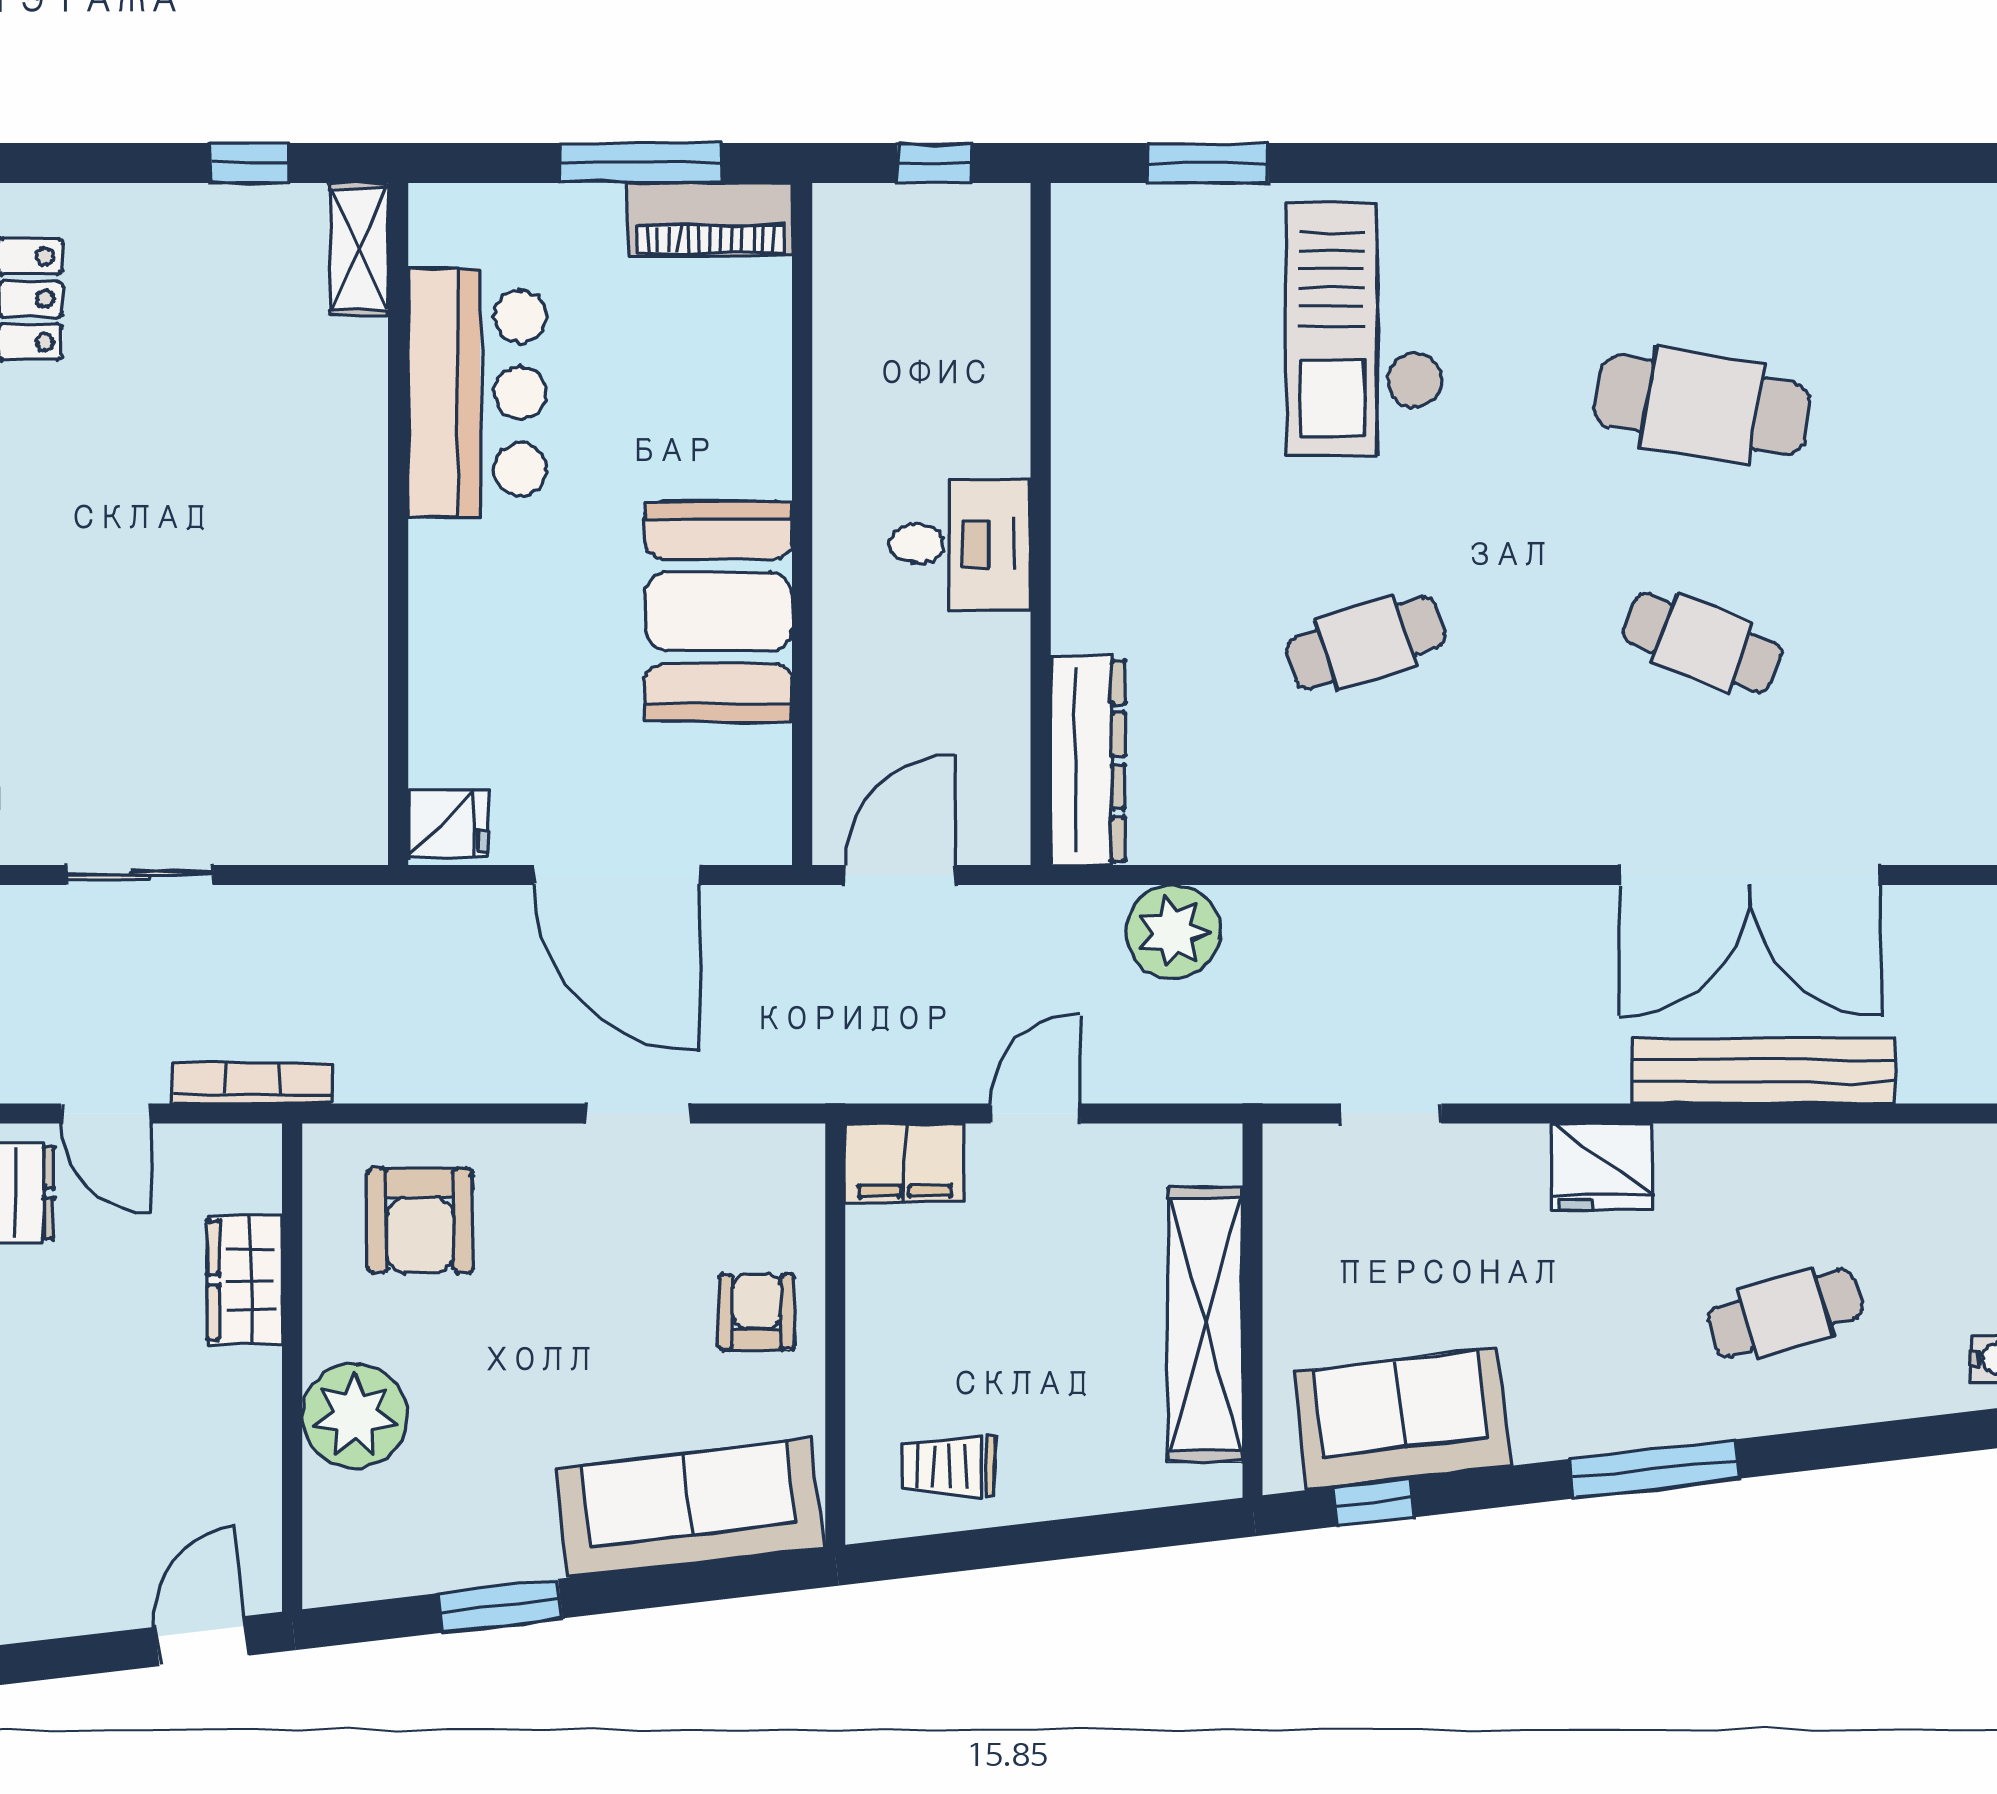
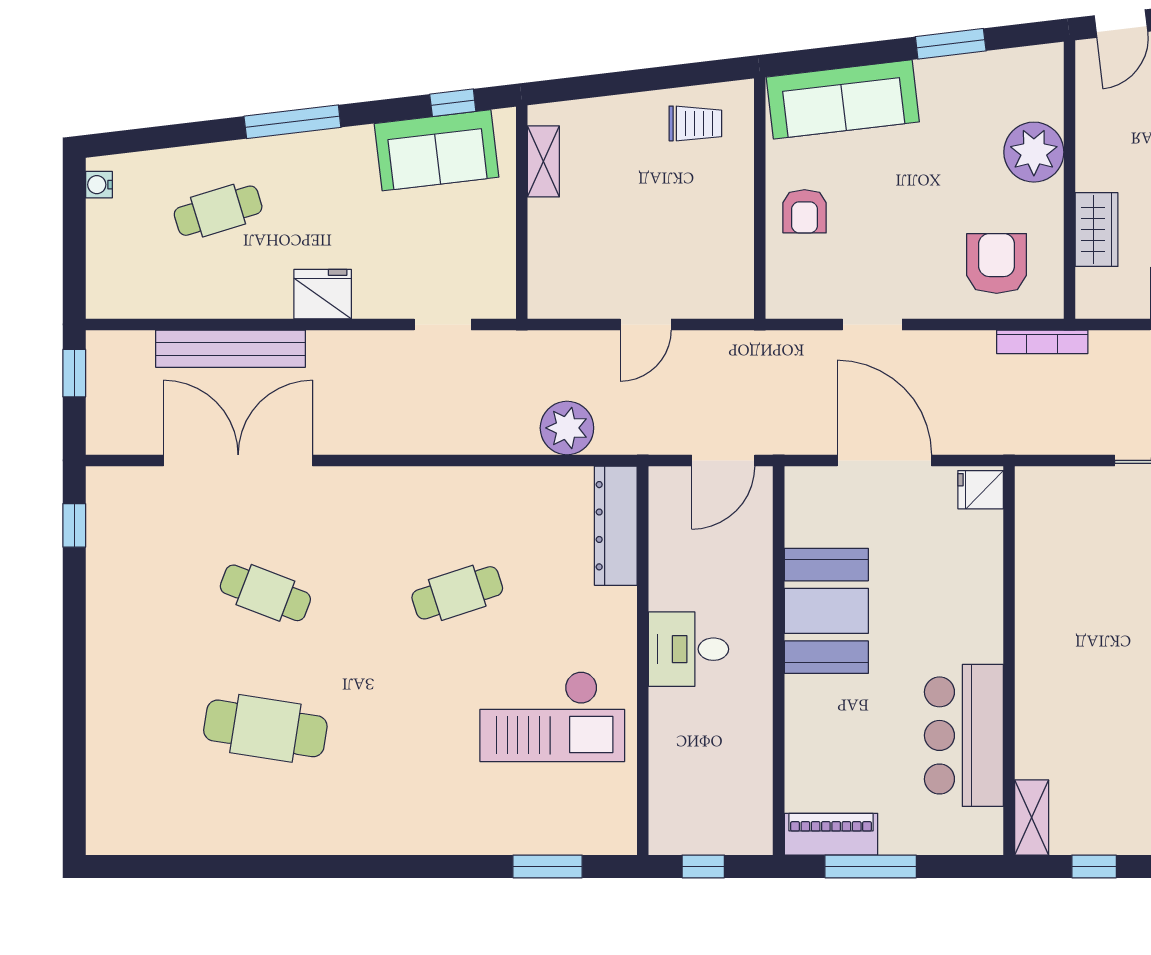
checkout: (1365, 329) -> (552, 716), moved, turned 90
bookcase: (252, 1083) -> (1042, 342), moved
filing cabinet: (905, 1163) -> (720, 296), removed
shelving: (1205, 1325) -> (543, 161), width x0.45, depth x0.75

